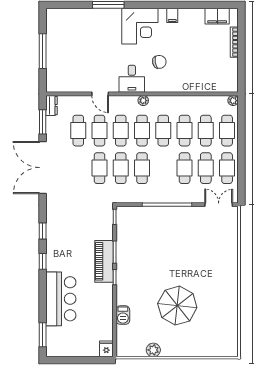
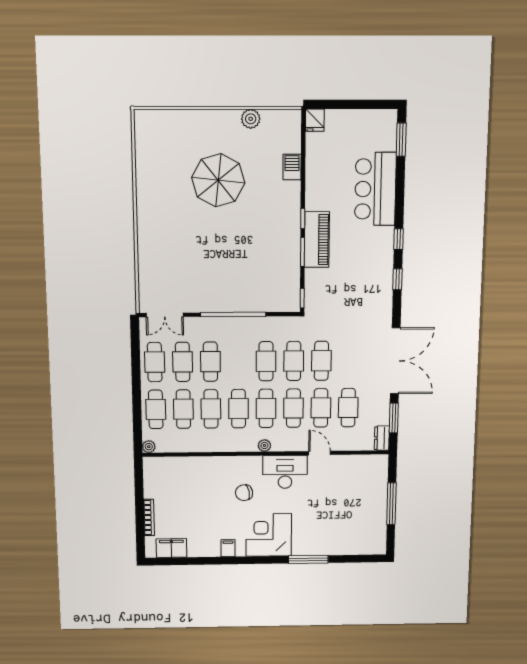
desk: (132, 79) -> (285, 472), width x1.37

